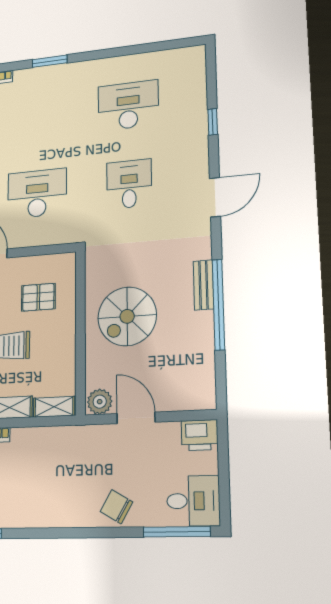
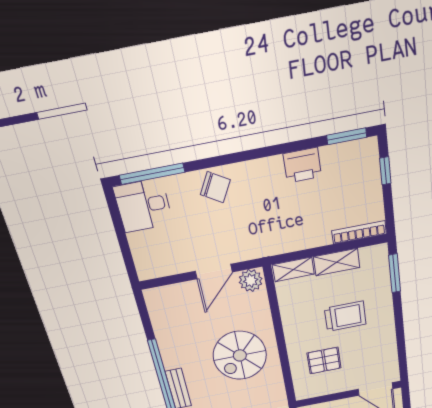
spiral stairs: (127, 316) -> (240, 355), turned 180
door: (136, 418) -> (214, 272), hinge flipped
printer: (200, 435) -> (302, 165), moved, turned 180

